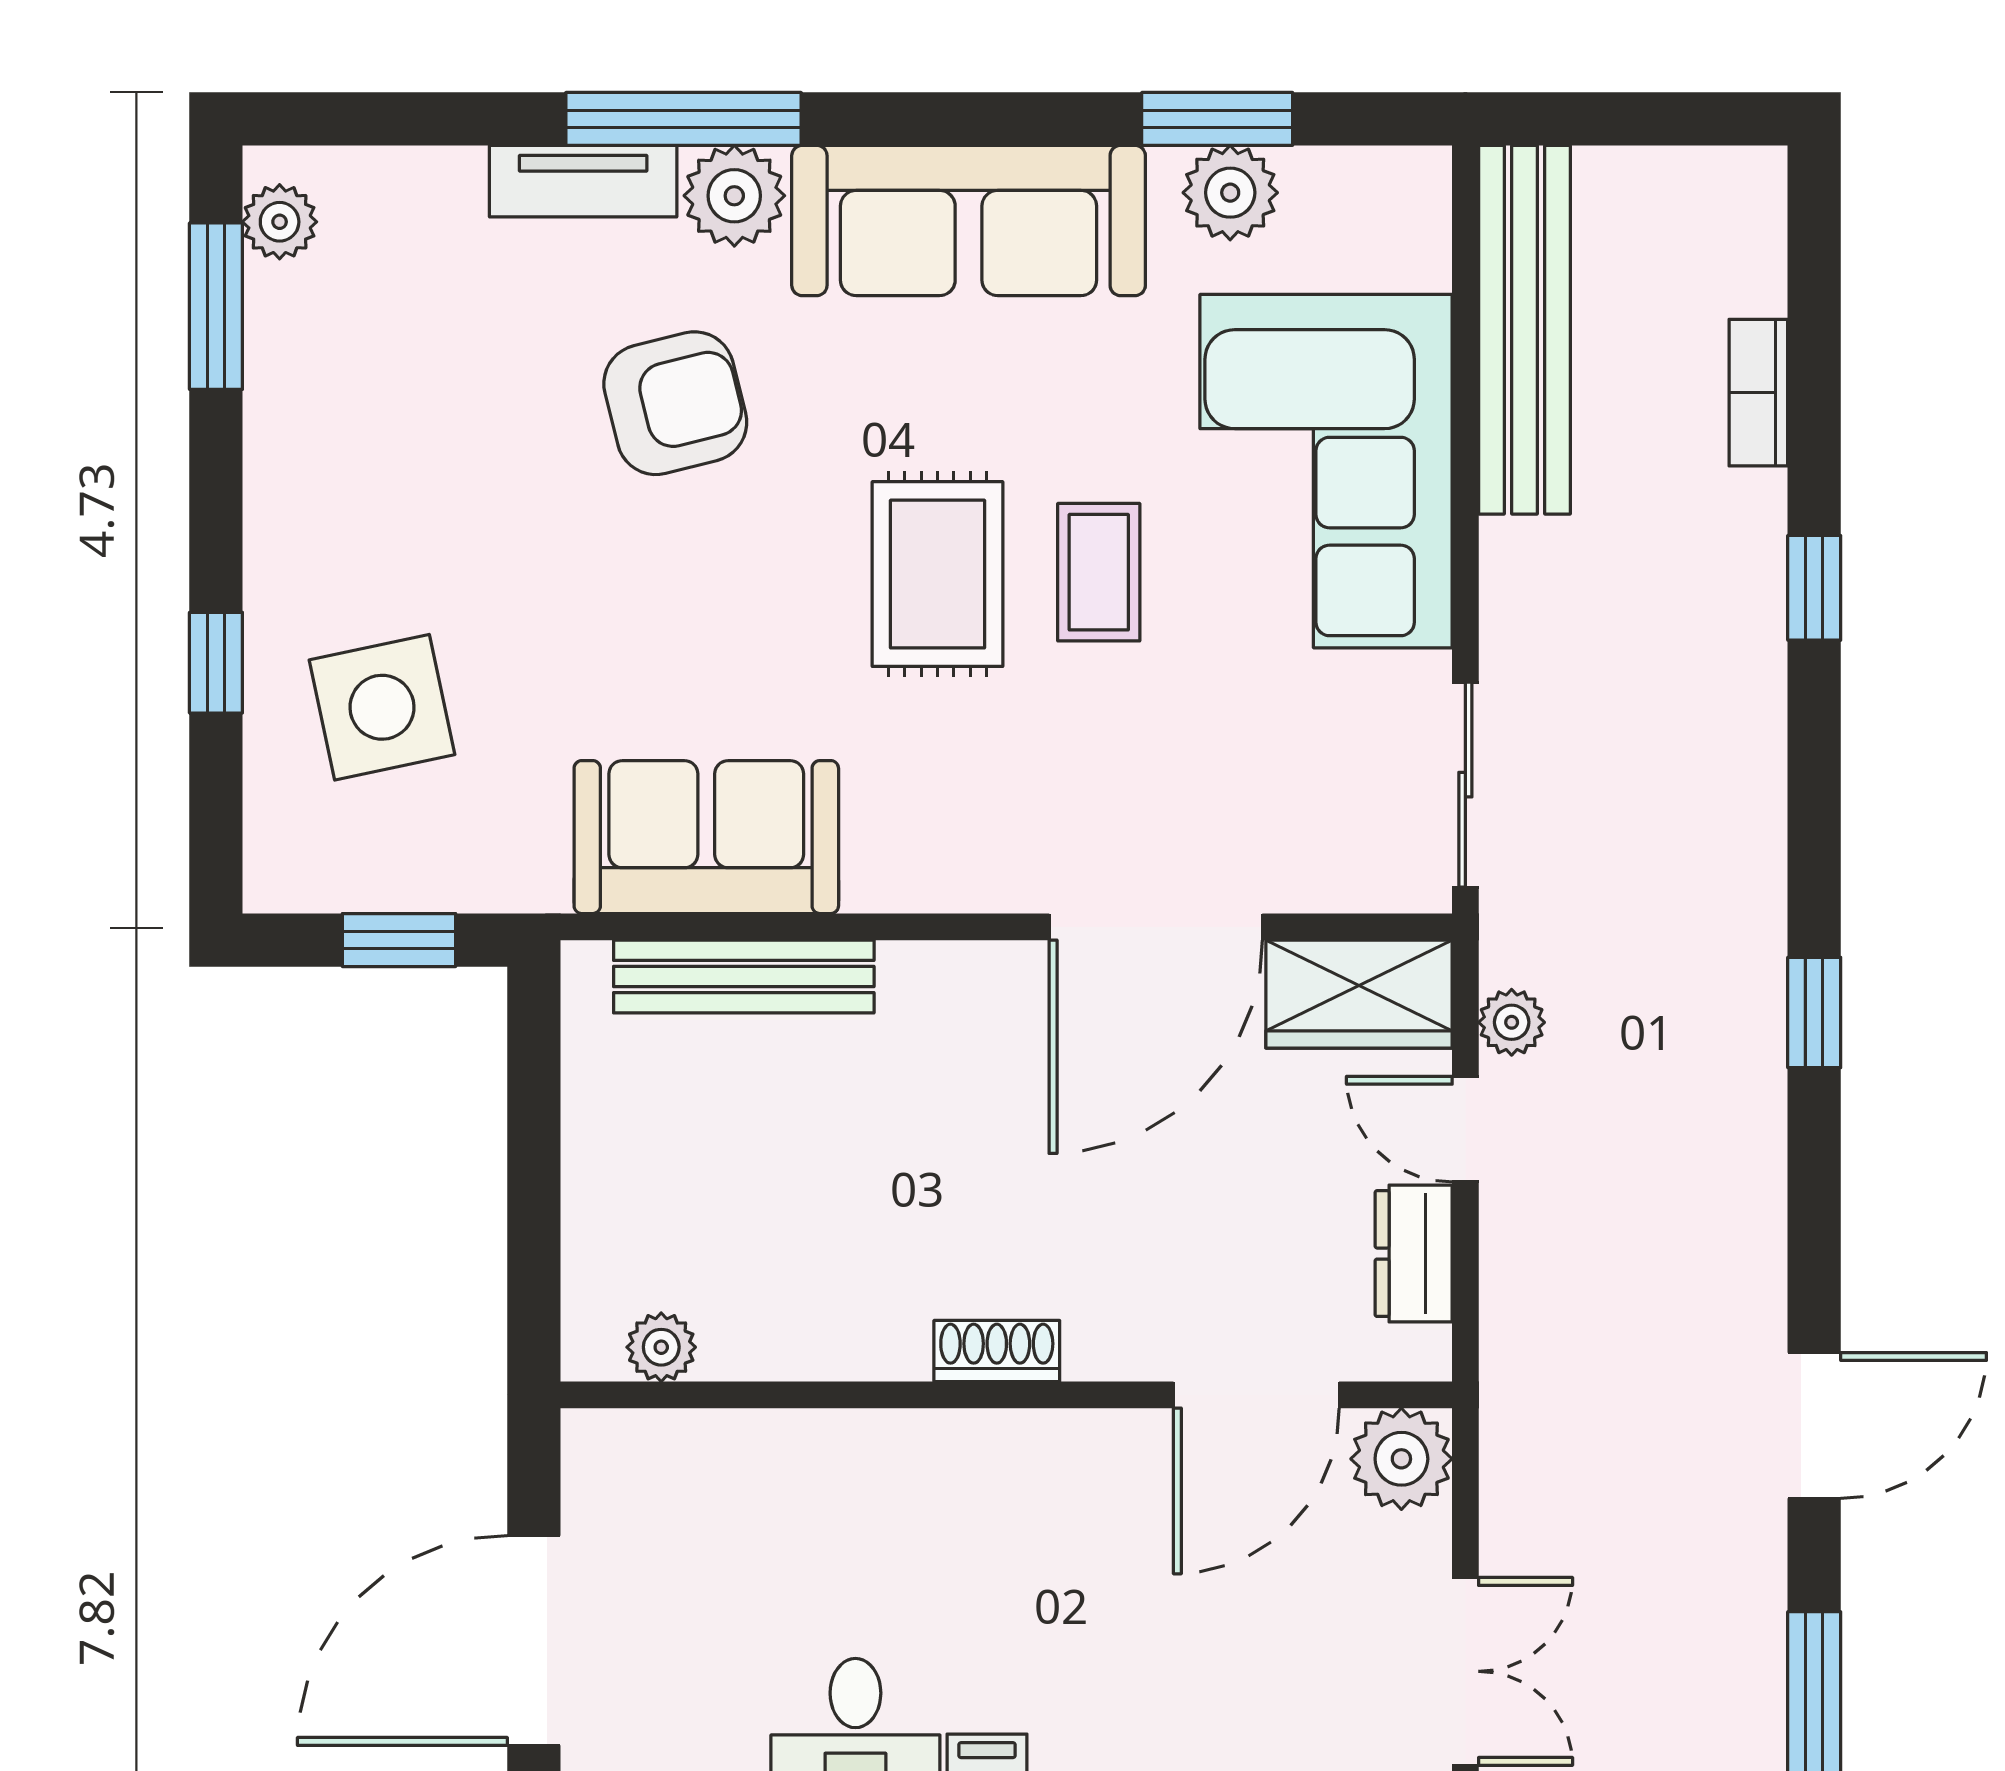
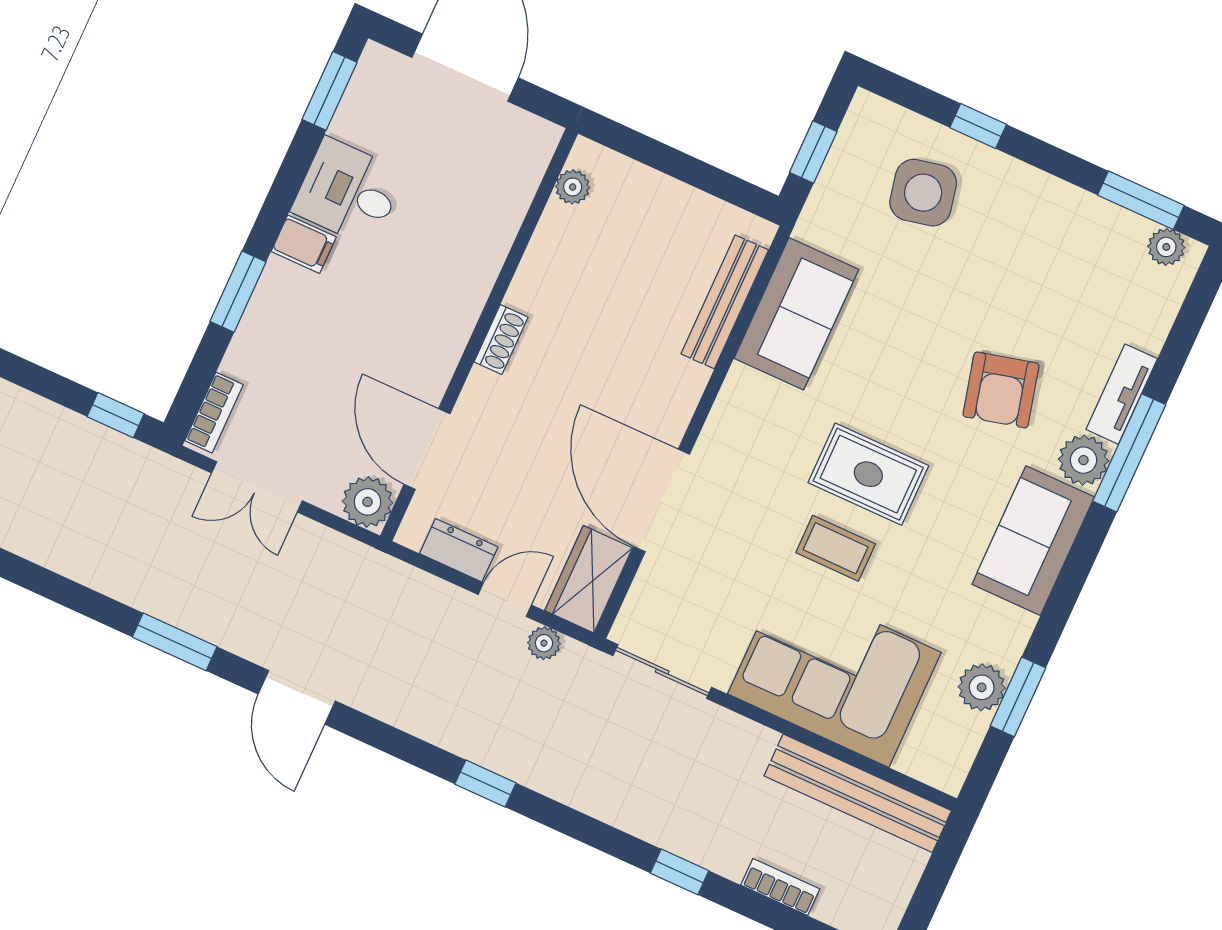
sofa: (969, 221) -> (1033, 541), width x0.73

